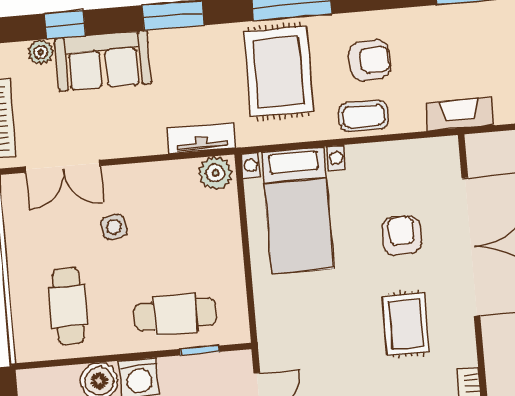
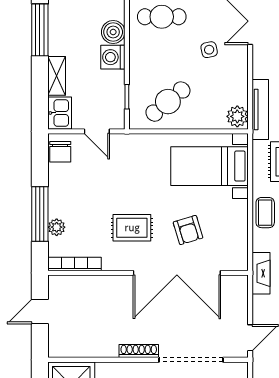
tv unit: (201, 138) -> (260, 110), width x1.41
armchair: (402, 235) -> (188, 230), turned 73
cafe table: (175, 314) -> (168, 102), moved, turned 50

